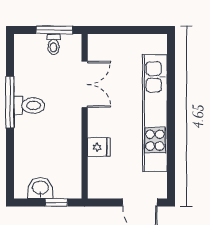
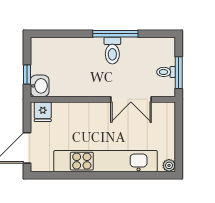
plant: (160, 41) -> (169, 165), added
fridge: (99, 147) -> (43, 112), moved
washbasin: (40, 188) -> (40, 86), moved

